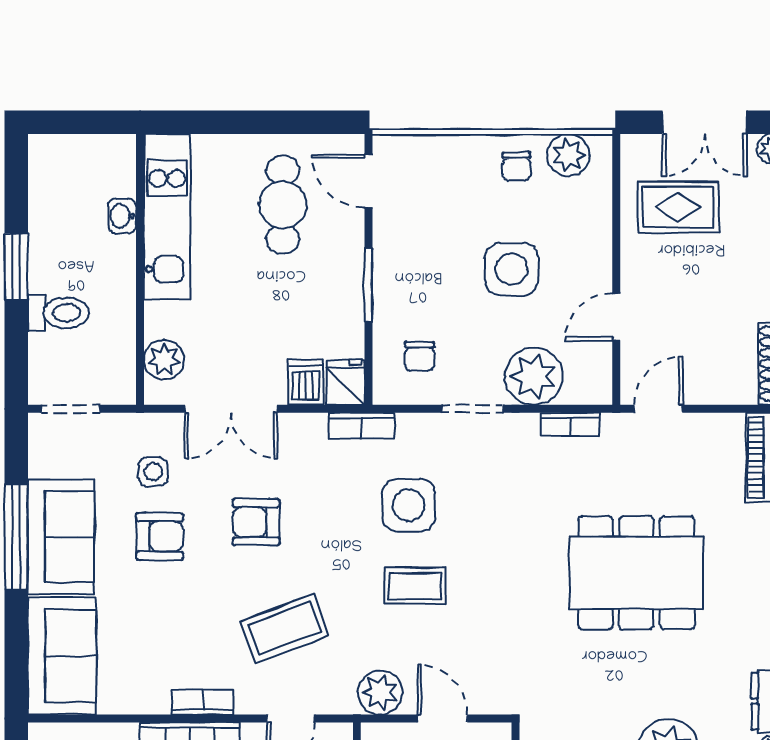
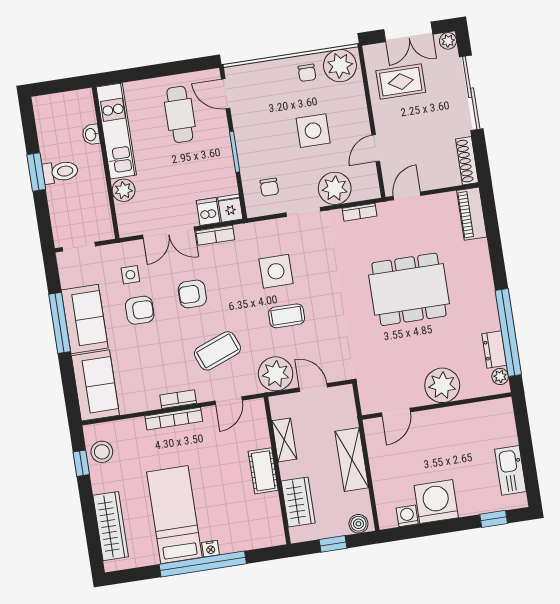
plant: (568, 155) -> (340, 66), width x1.36, depth x1.36
toilet: (58, 313) -> (60, 172), moved
plant: (164, 360) -> (124, 190), moved
bookcase: (361, 426) -> (215, 235), moved
plant: (380, 692) -> (276, 374), width x1.36, depth x1.36

